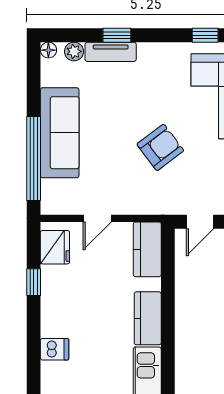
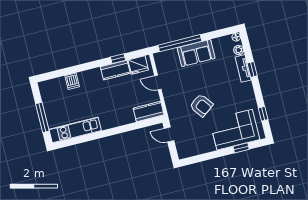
sofa: (60, 133) -> (196, 53), width x0.73
kitchen counter: (148, 318) -> (115, 70), moved, turned 180
dishwasher: (55, 349) -> (72, 81), moved

